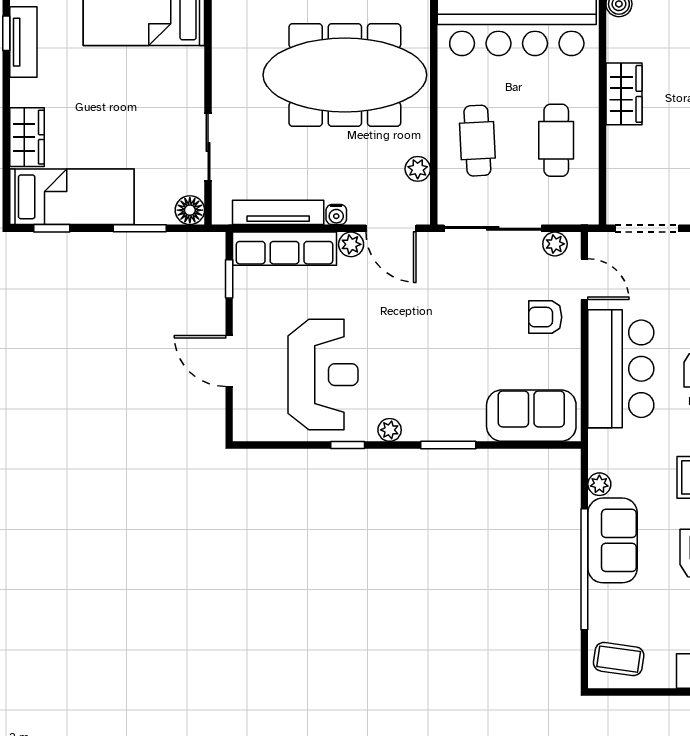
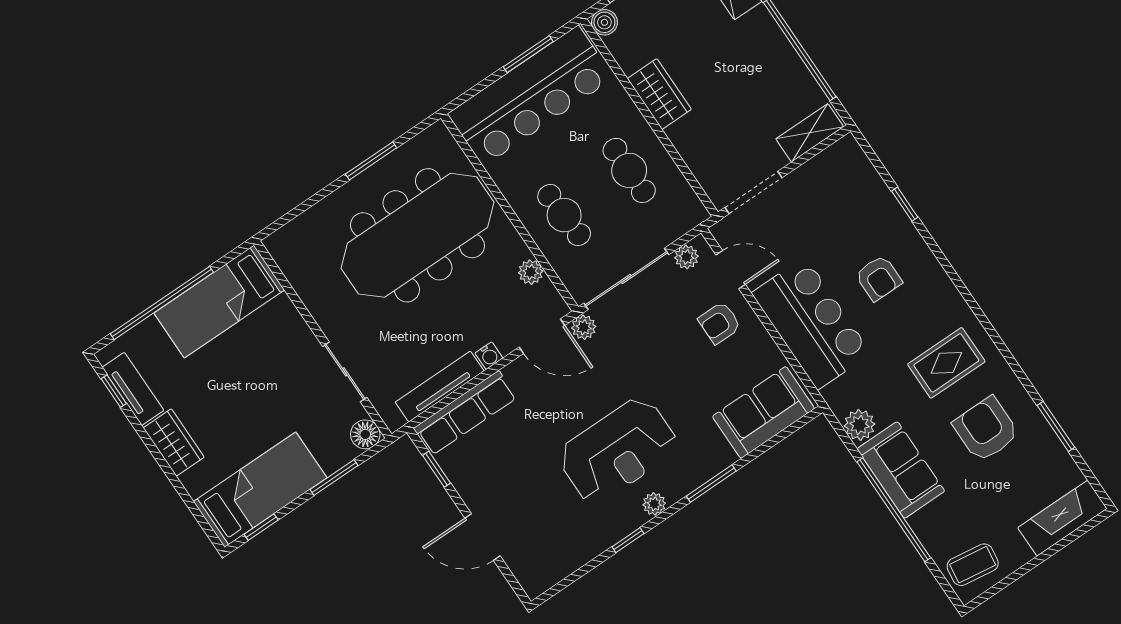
wardrobe: (27, 137) -> (174, 442), moved
plant: (351, 244) -> (584, 327), moved
reception desk: (323, 375) -> (618, 450), moved, turned 90
plant: (599, 484) -> (859, 425), width x1.38, depth x1.38

